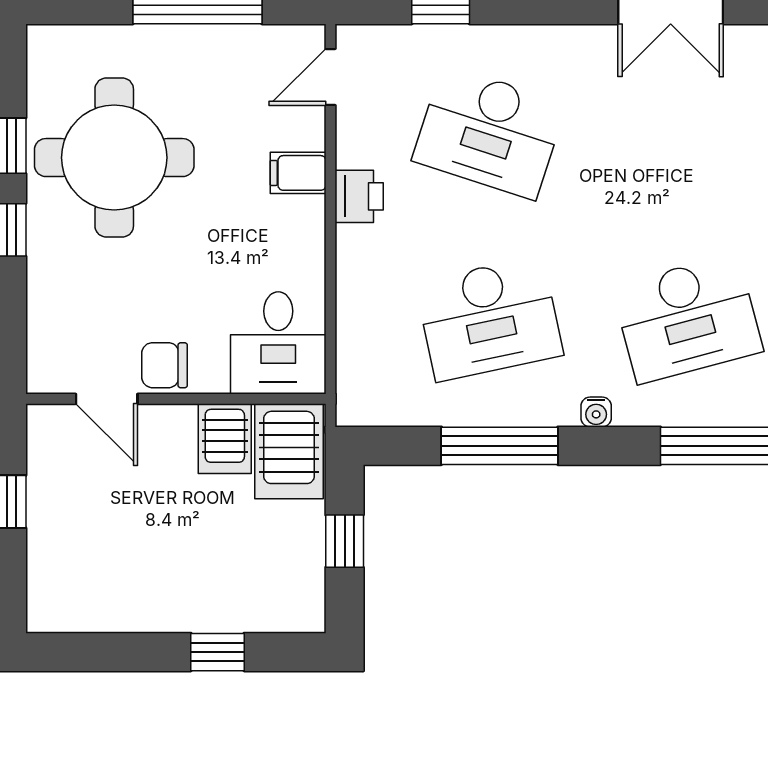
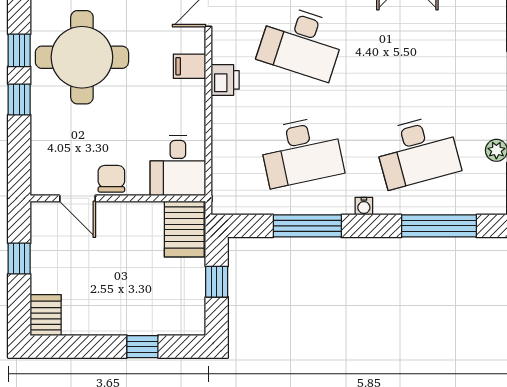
chair: (165, 365) -> (111, 179), turned 90
server rack: (225, 439) -> (46, 315), moved, turned 180

